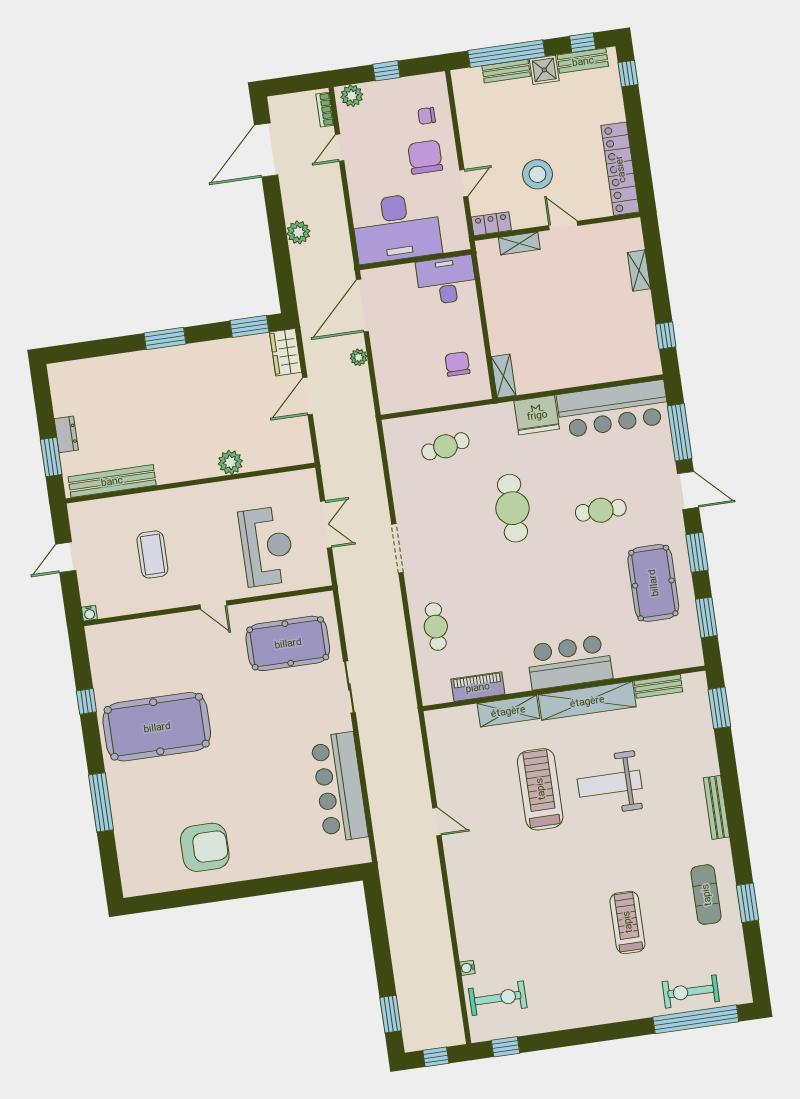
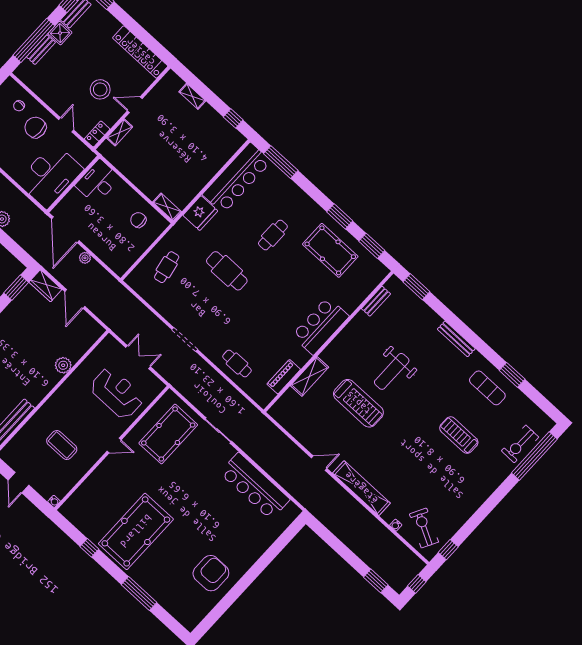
door: (688, 490) -> (309, 188), removed
shelving: (587, 701) -> (361, 488), moved, turned 90
treadmill: (540, 789) -> (358, 403), turned 180
exercise bike: (498, 998) -> (424, 528), turned -62

